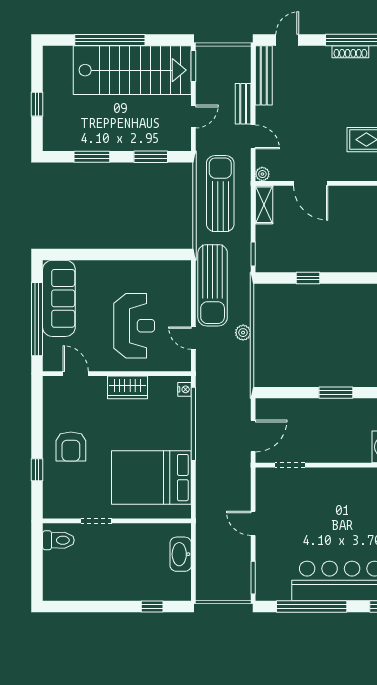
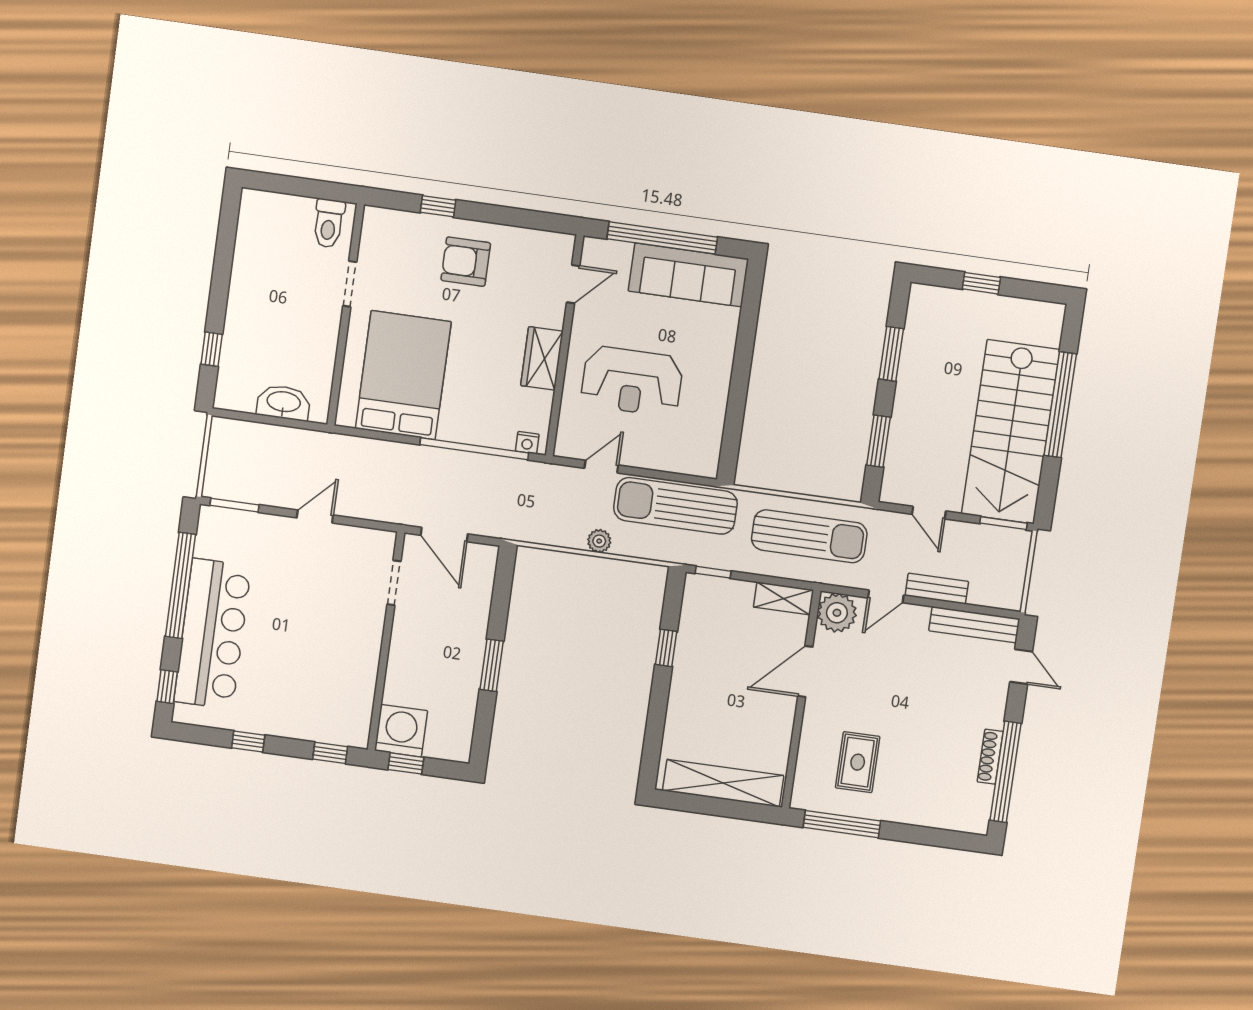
plant: (262, 174) -> (837, 613), width x1.87, depth x1.87

